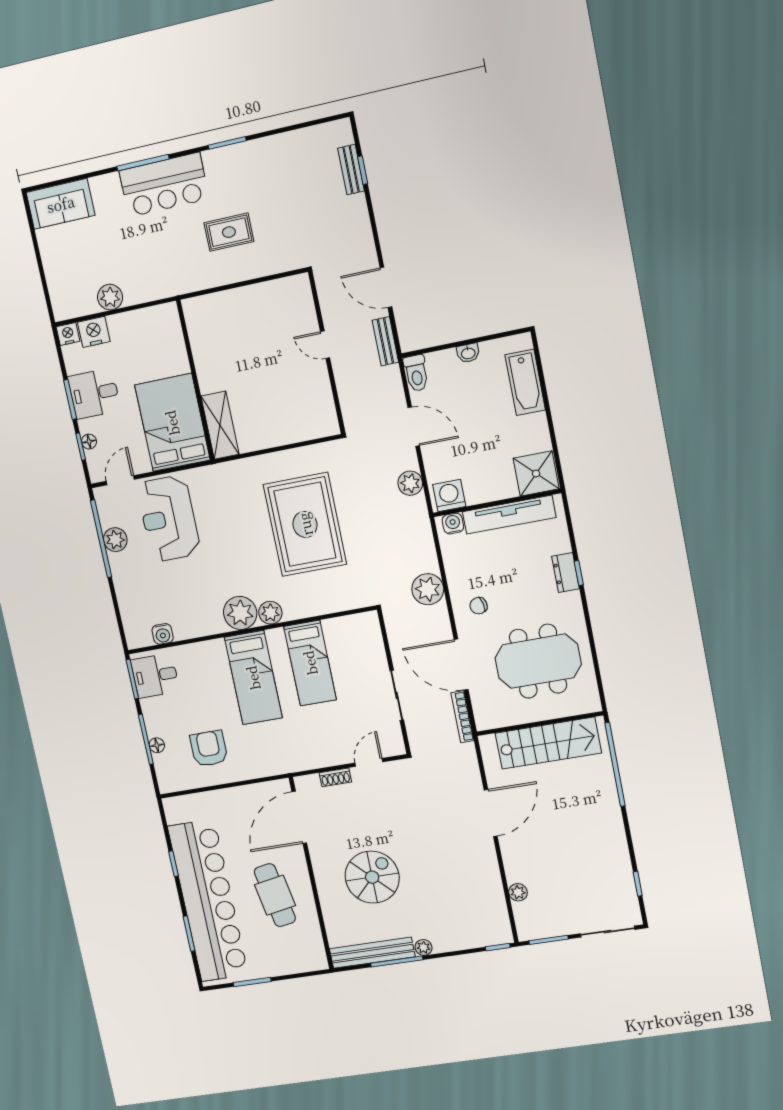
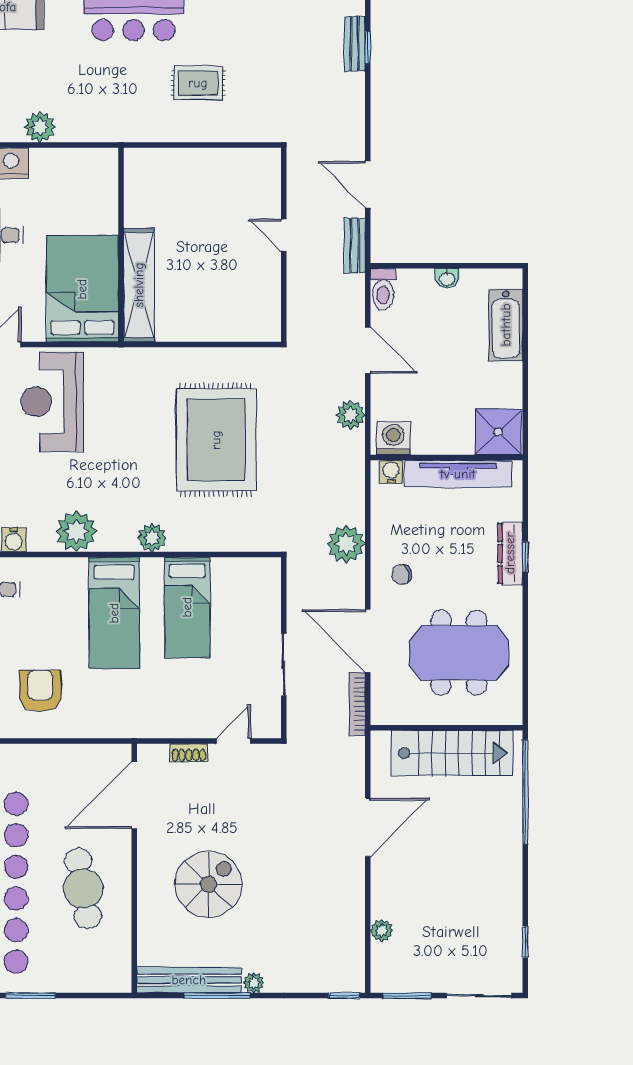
shelving: (220, 425) -> (139, 285), width x1.47
dresser: (565, 572) -> (510, 553), width x1.44
plant: (240, 613) -> (76, 531), moved

